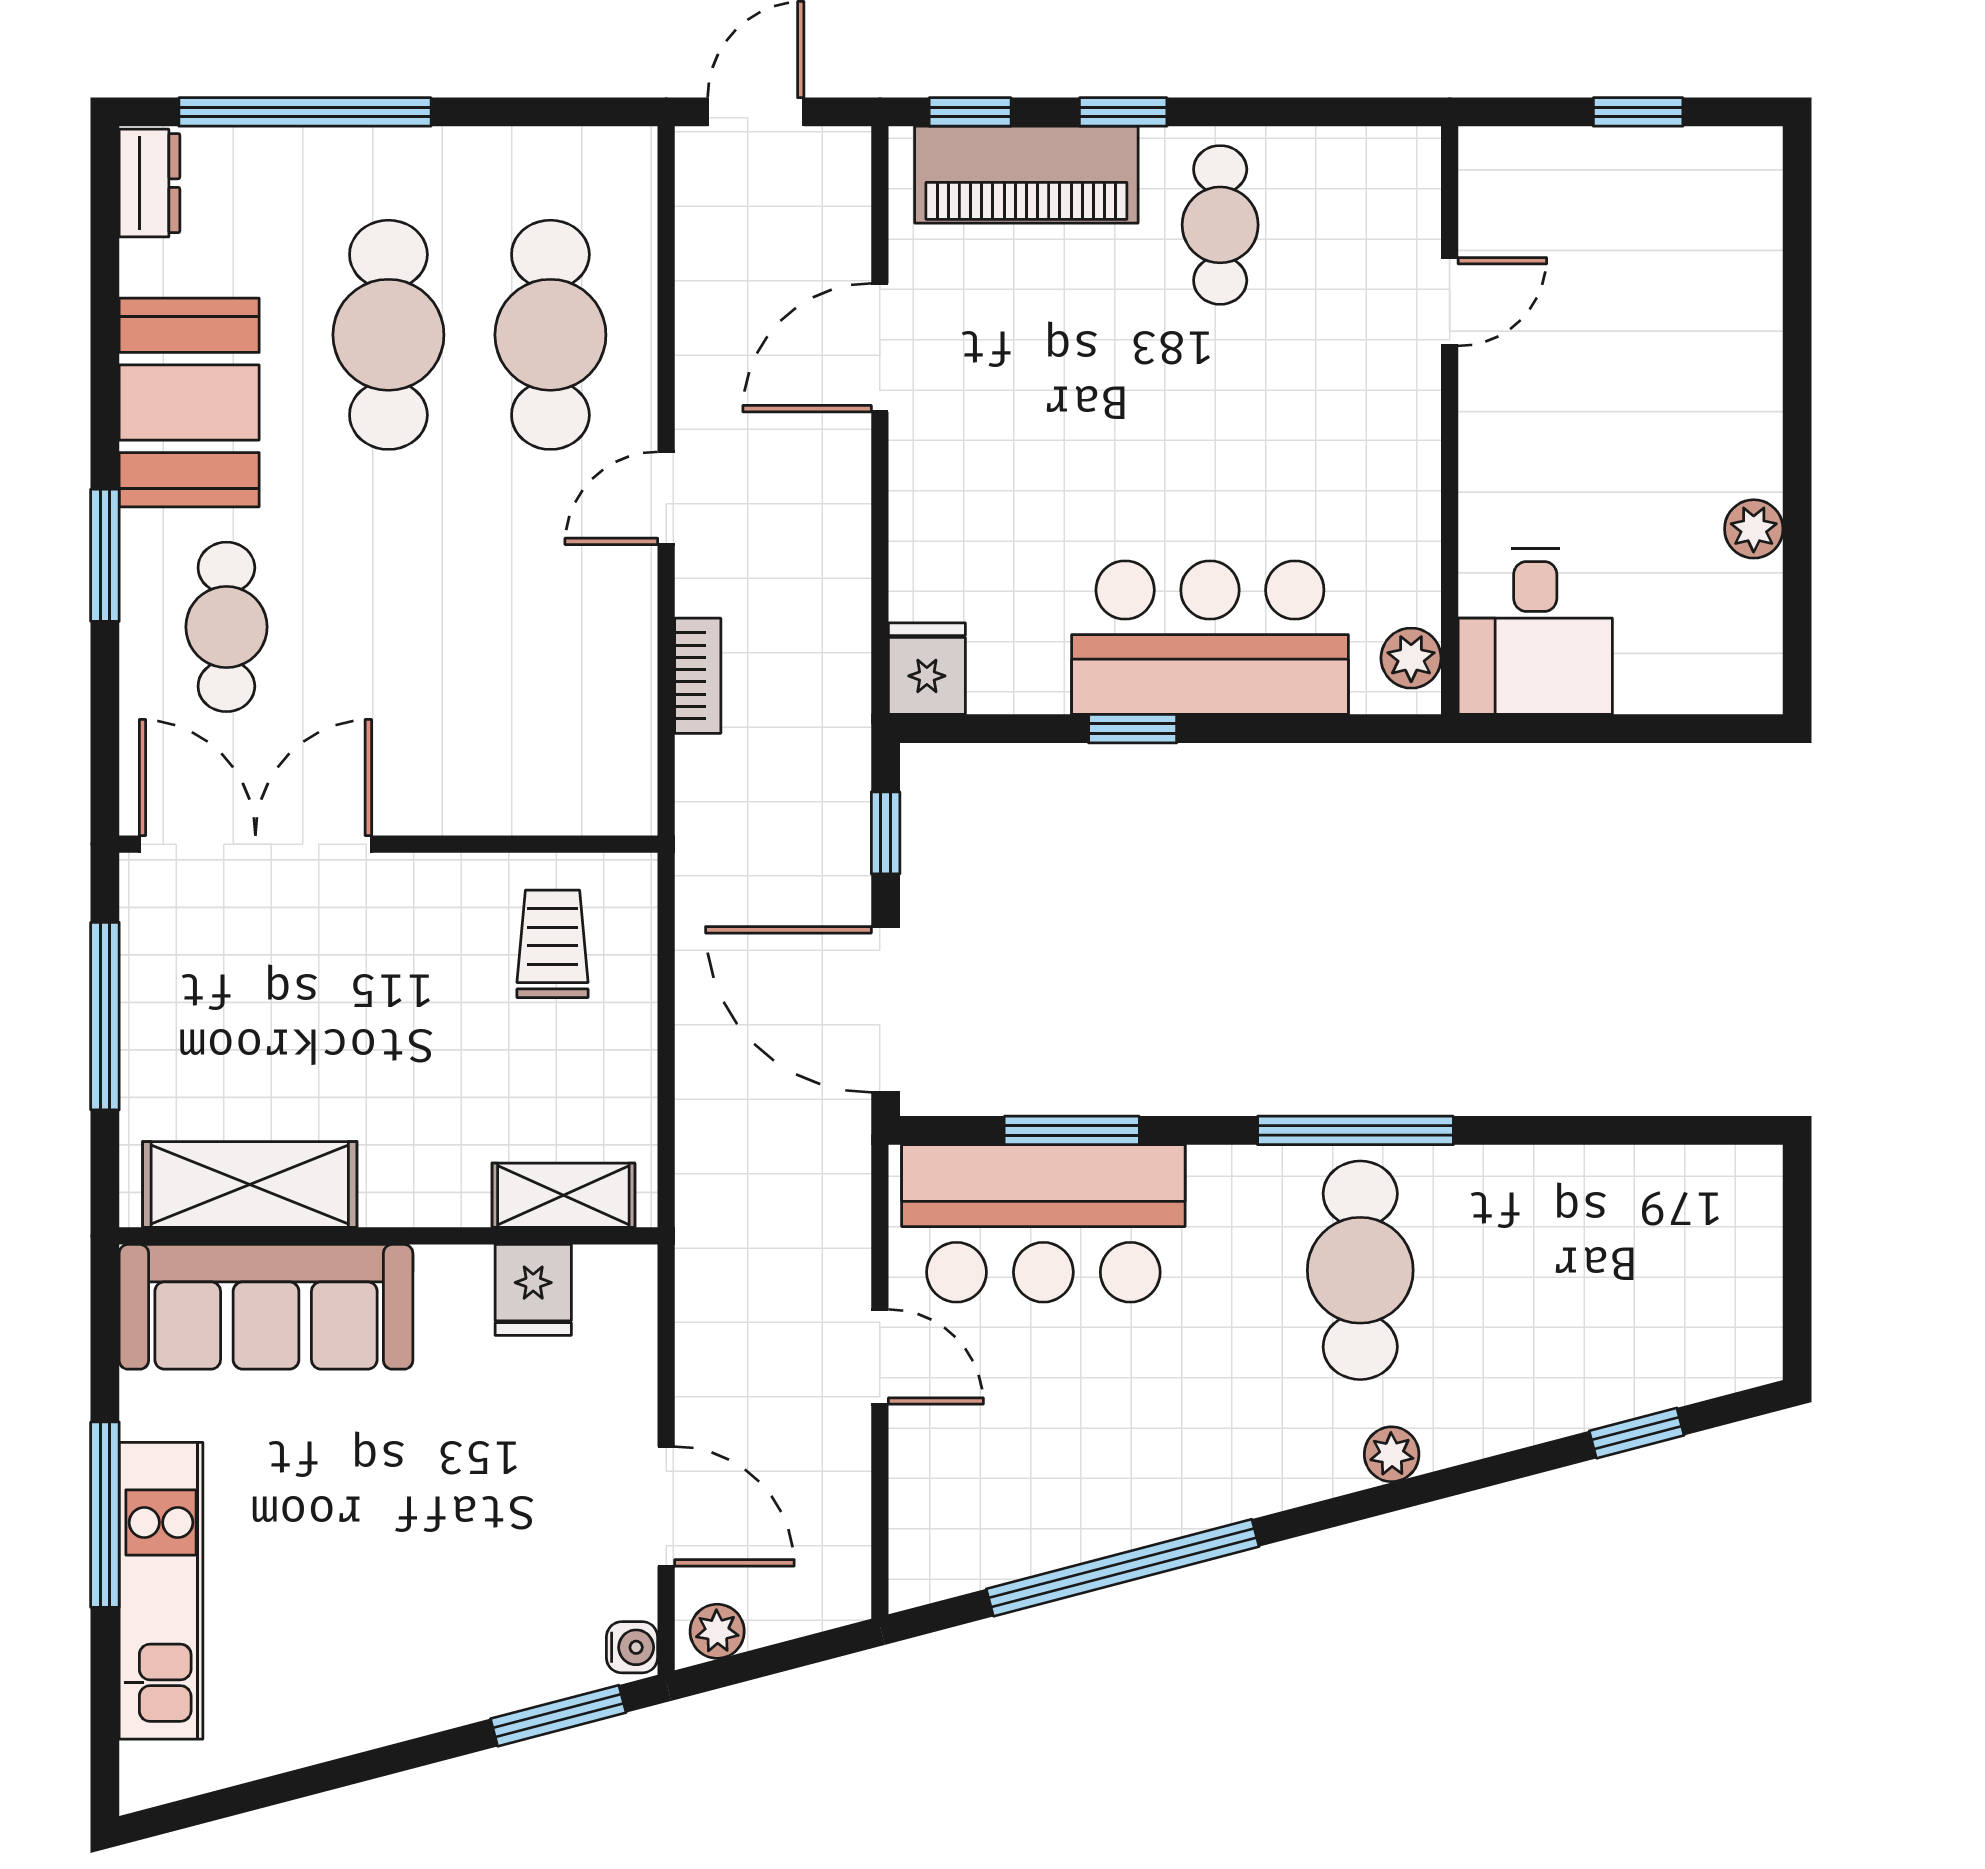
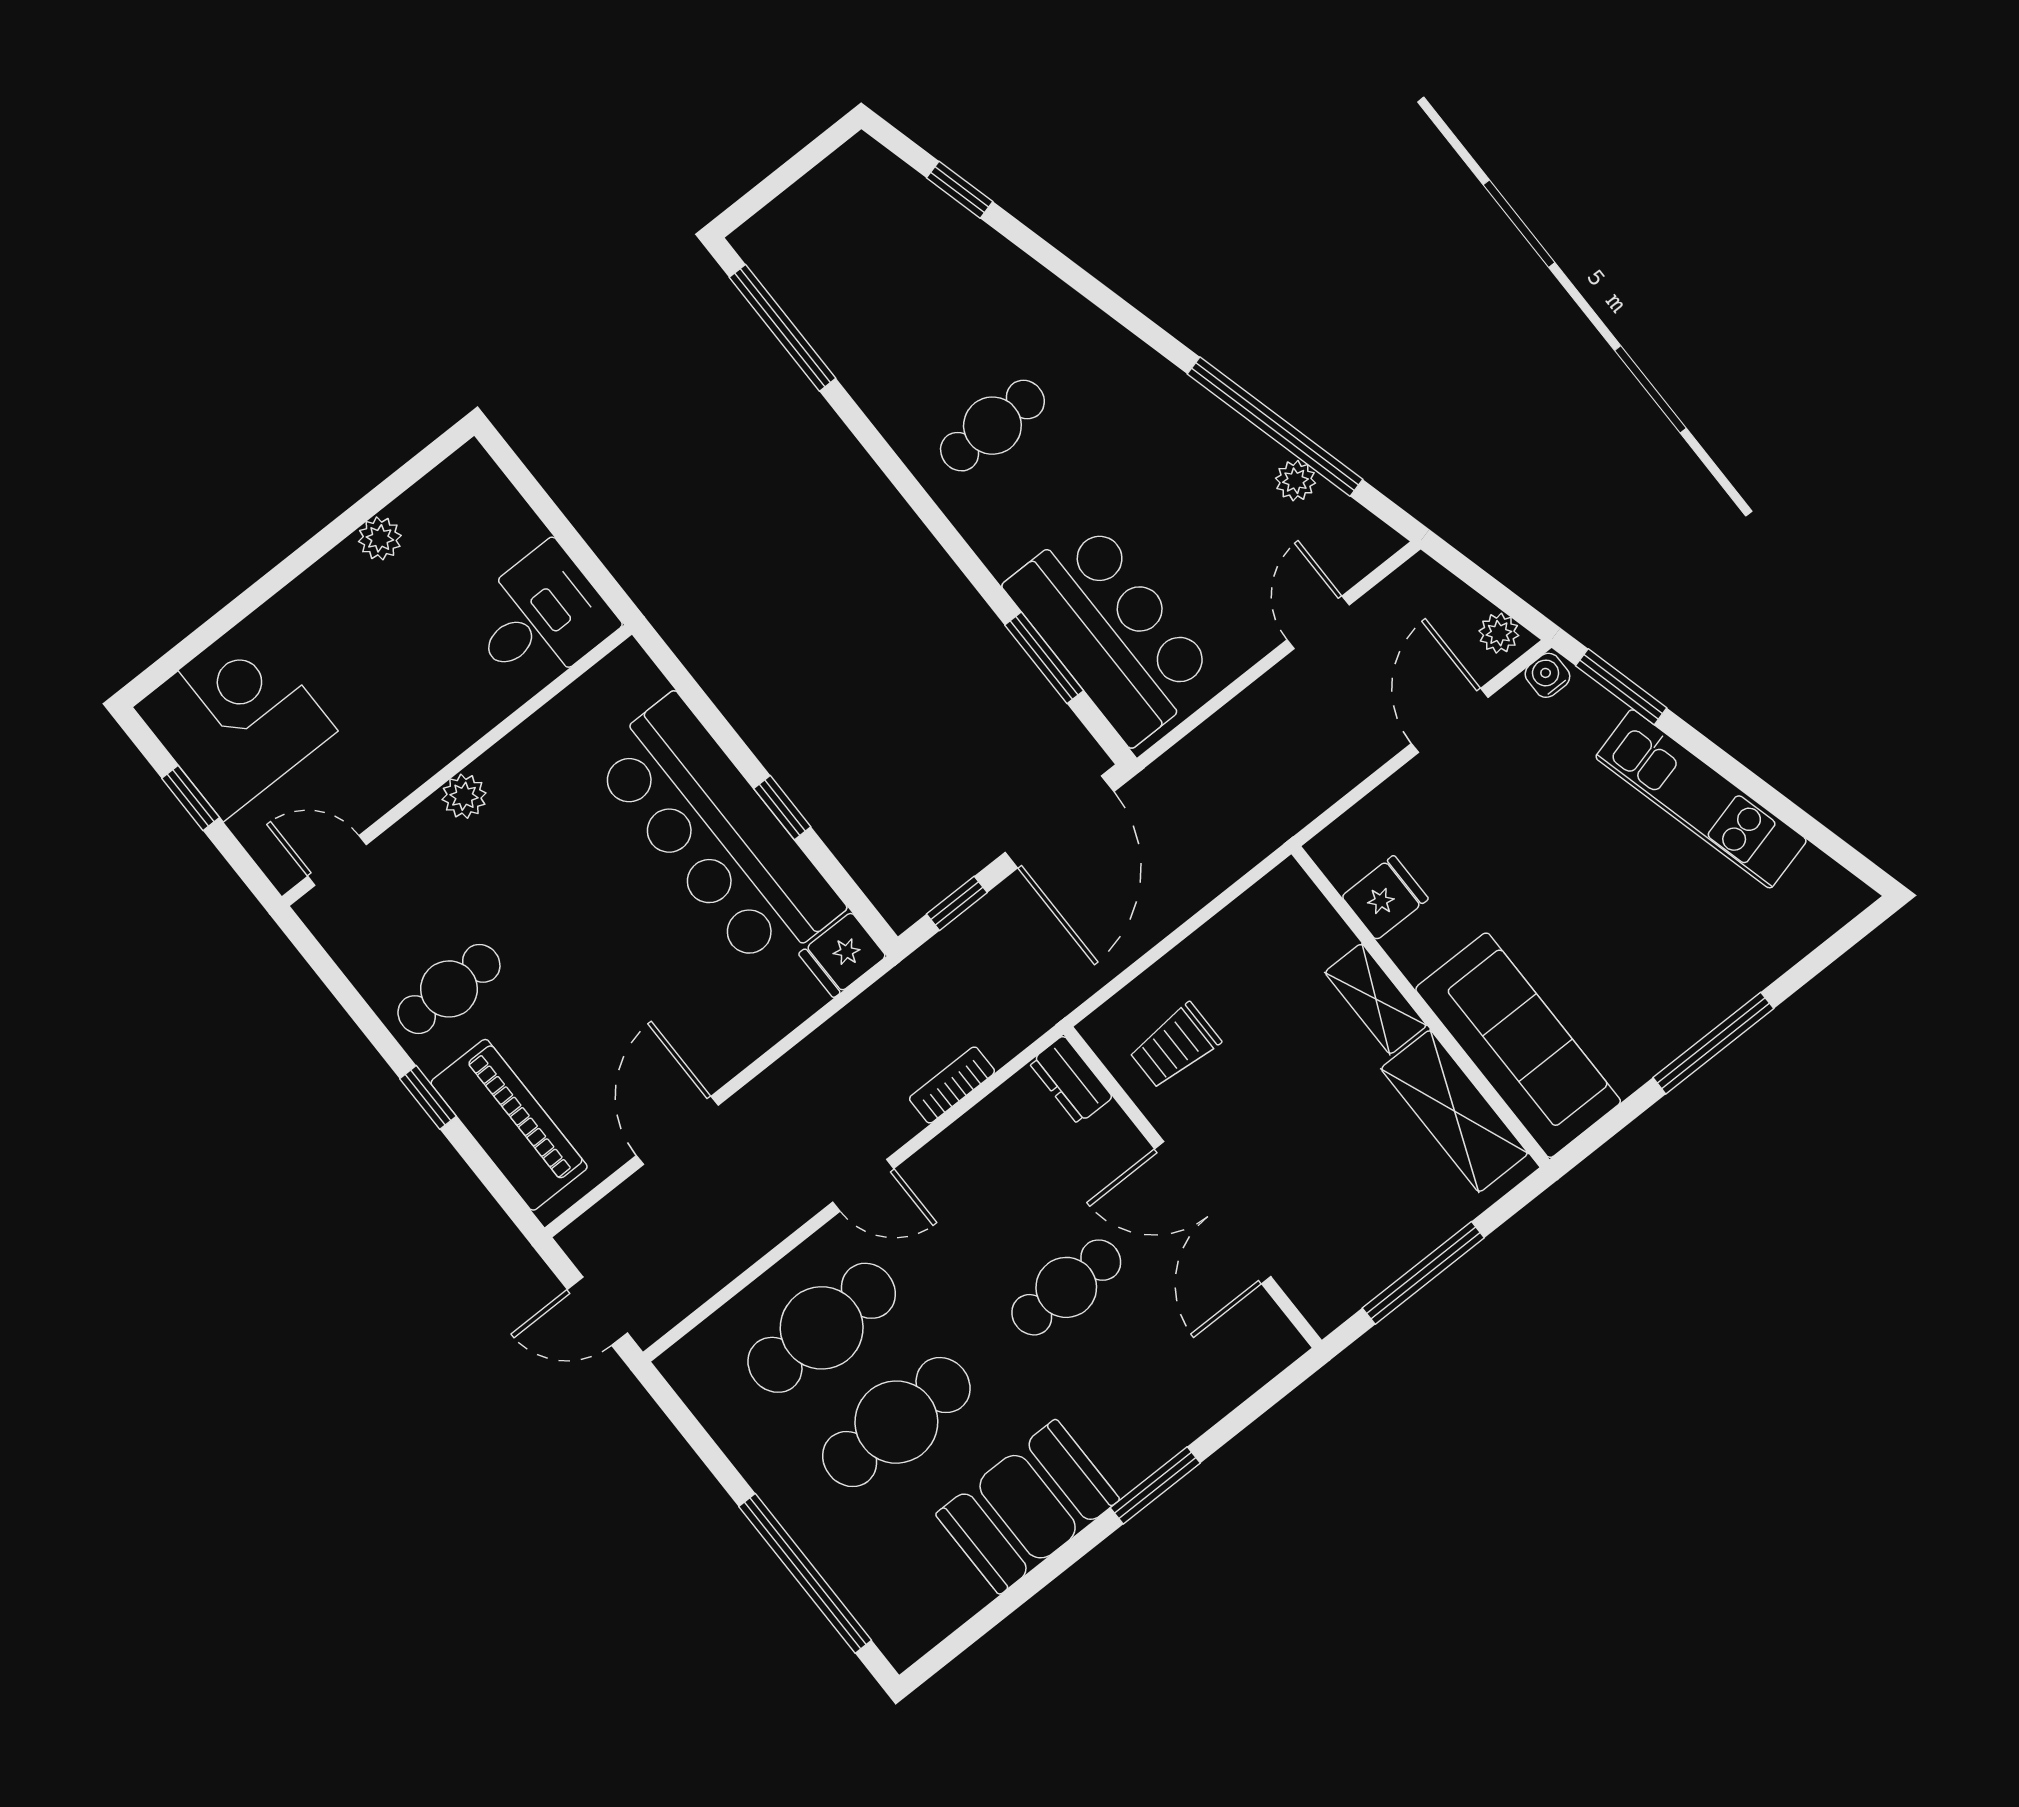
window: (970, 112) -> (499, 1187), removed
dresser: (149, 183) -> (1071, 1080), moved, turned -90
corner desk: (1684, 225) -> (235, 719), added
door: (1450, 302) -> (337, 860), moved
door: (880, 348) -> (677, 1130), swing flipped
cafe table: (226, 627) -> (1066, 1287), moved
bar counter: (1210, 638) -> (717, 834), width x1.36
plant: (1411, 658) -> (464, 796), moved
double door: (255, 844) -> (1213, 1213), moved
window: (1355, 1130) -> (783, 328), moved
shelving: (563, 1195) -> (1376, 999), moved
cafe table: (1360, 1270) -> (992, 426), width x0.73, depth x0.74
door: (880, 1357) -> (1318, 622), moved
plant: (1392, 1454) -> (1295, 481), moved
kitchen unit: (161, 1591) -> (1701, 799), moved, turned -105

